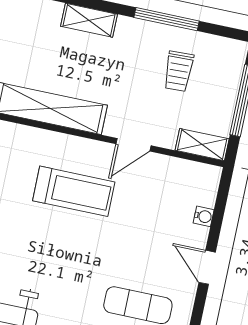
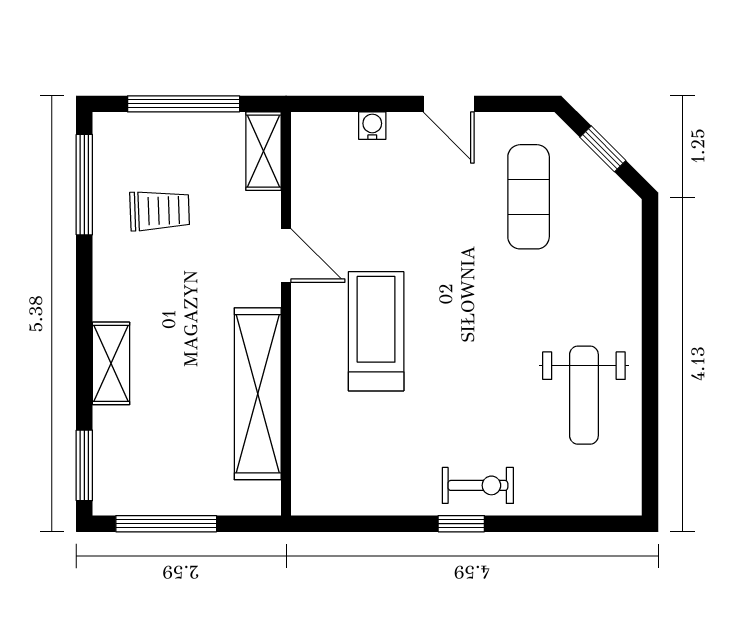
window: (167, 19) -> (84, 185), moved
door: (207, 267) -> (449, 104), hinge flipped

